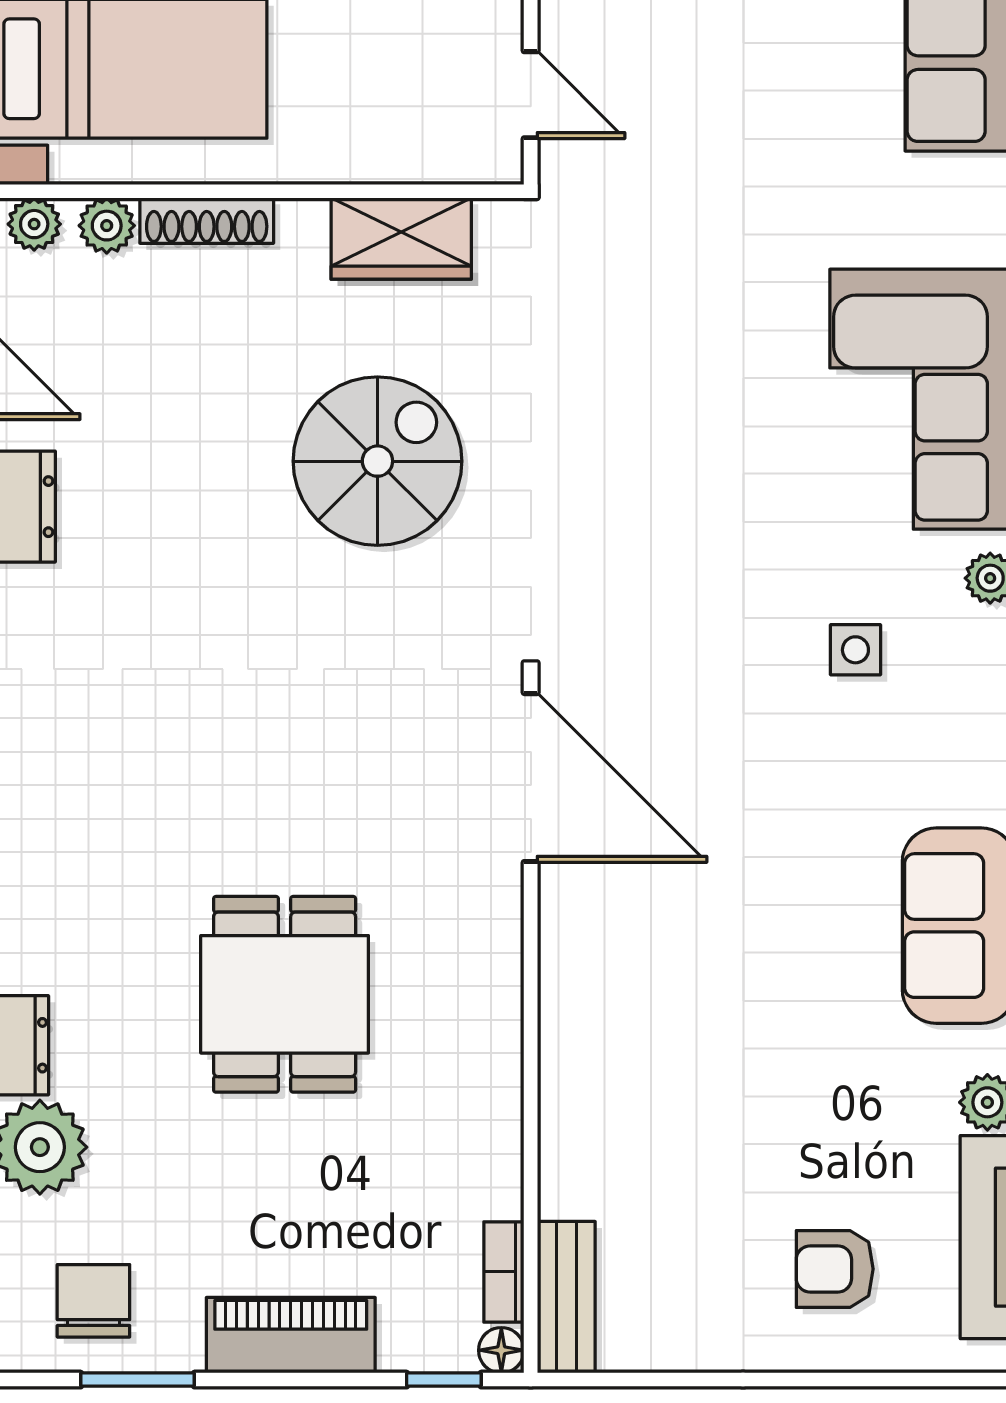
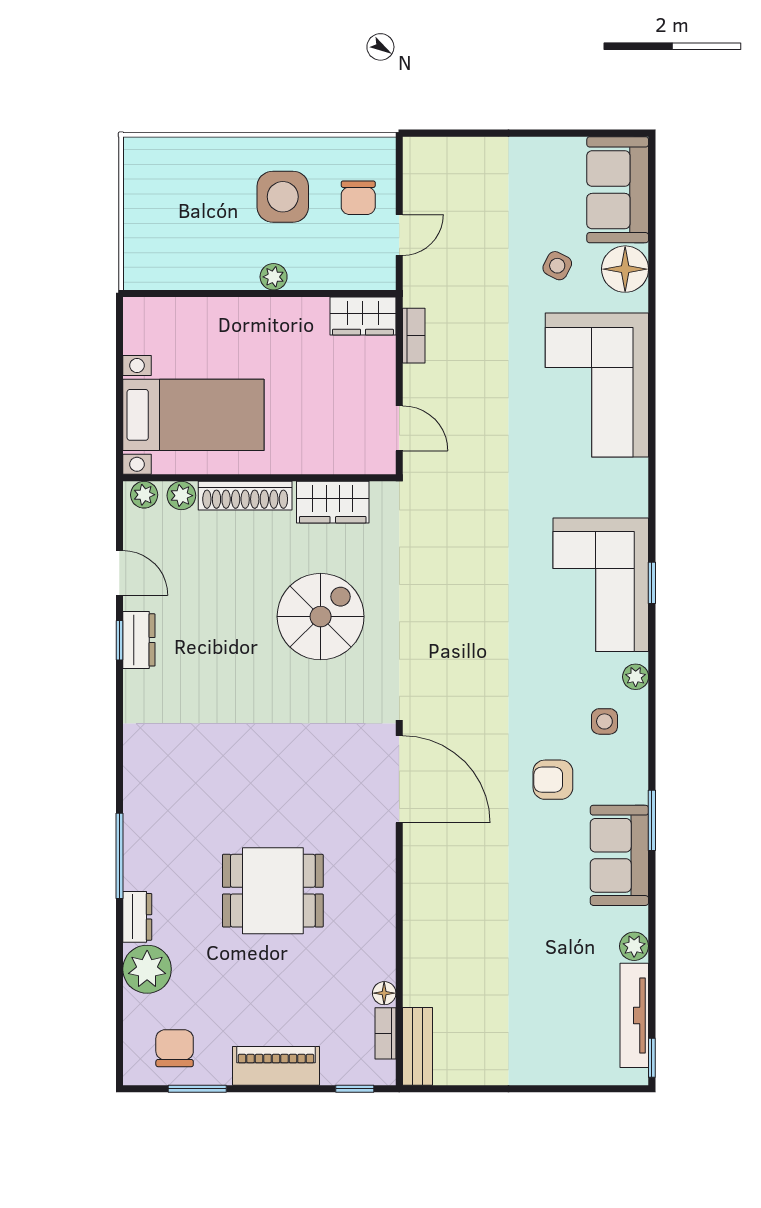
shoe rack: (207, 221) -> (245, 496), width x1.36, depth x1.24
side table: (855, 650) -> (604, 721), moved
dining table: (285, 994) -> (273, 891), turned 90
armchair: (835, 1269) -> (553, 780), moved
floor lamp: (501, 1350) -> (384, 993), moved

